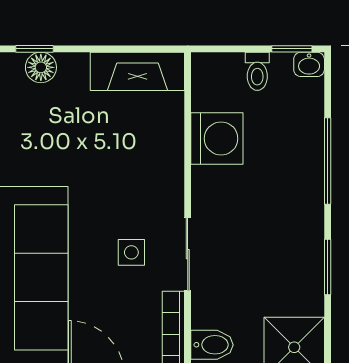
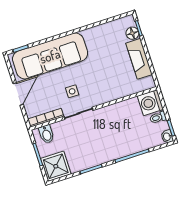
fireplace: (137, 71) -> (139, 59), moved
washing machine: (217, 138) -> (150, 103), moved, turned 90

